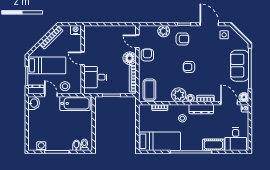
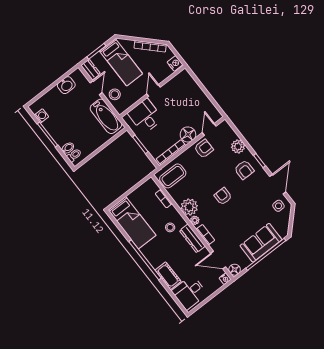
washbasin: (34, 103) -> (66, 85), moved
door: (229, 103) -> (218, 260), swing flipped

